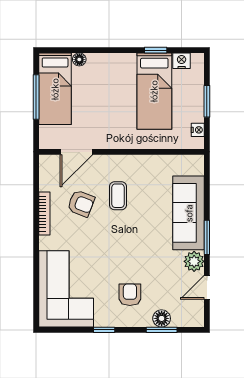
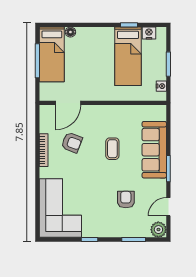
coffee table: (118, 196) -> (112, 149), moved
plant: (194, 261) -> (158, 230), moved
armchair: (130, 295) -> (126, 200), moved
floor lamp: (162, 318) -> (134, 231), removed

